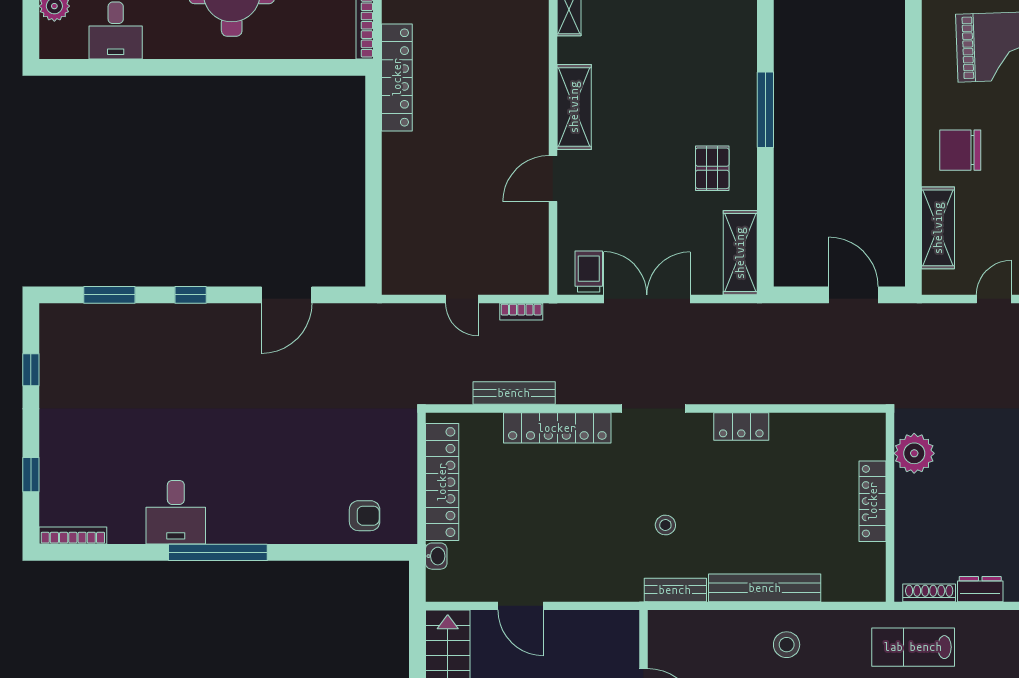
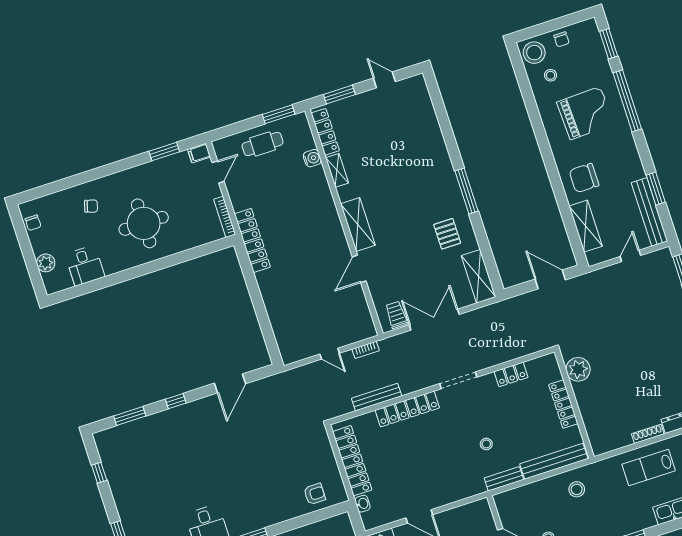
plant: (914, 453) -> (578, 369), moved
locker: (873, 501) -> (563, 404), moved
wall: (890, 507) -> (574, 404), moved

